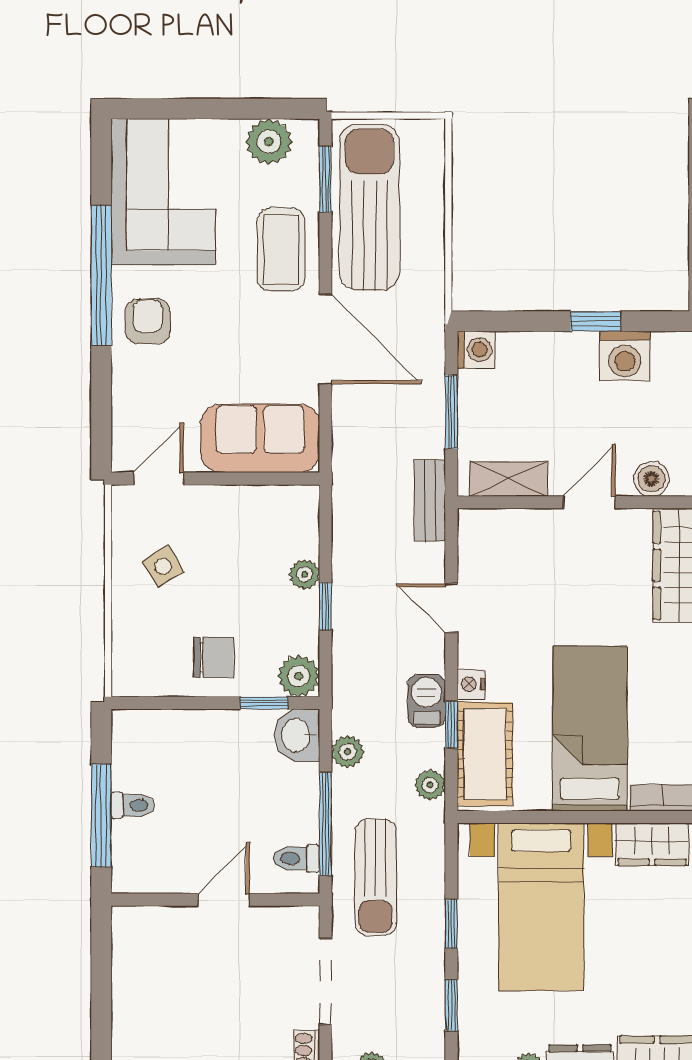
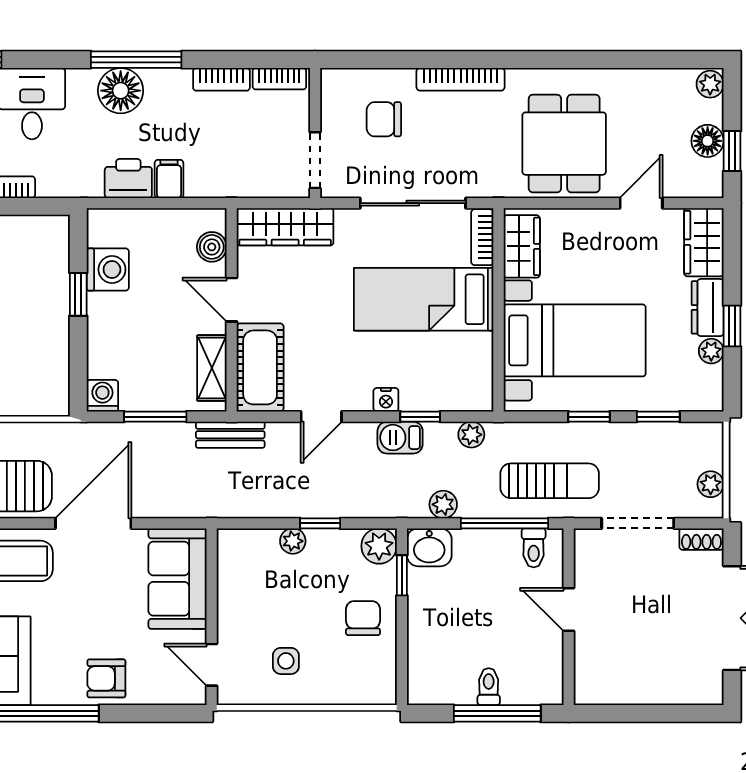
armchair: (148, 321) -> (106, 678), moved
side table: (163, 566) -> (286, 661), turned 31
cot: (485, 754) -> (260, 367), moved, turned 90

